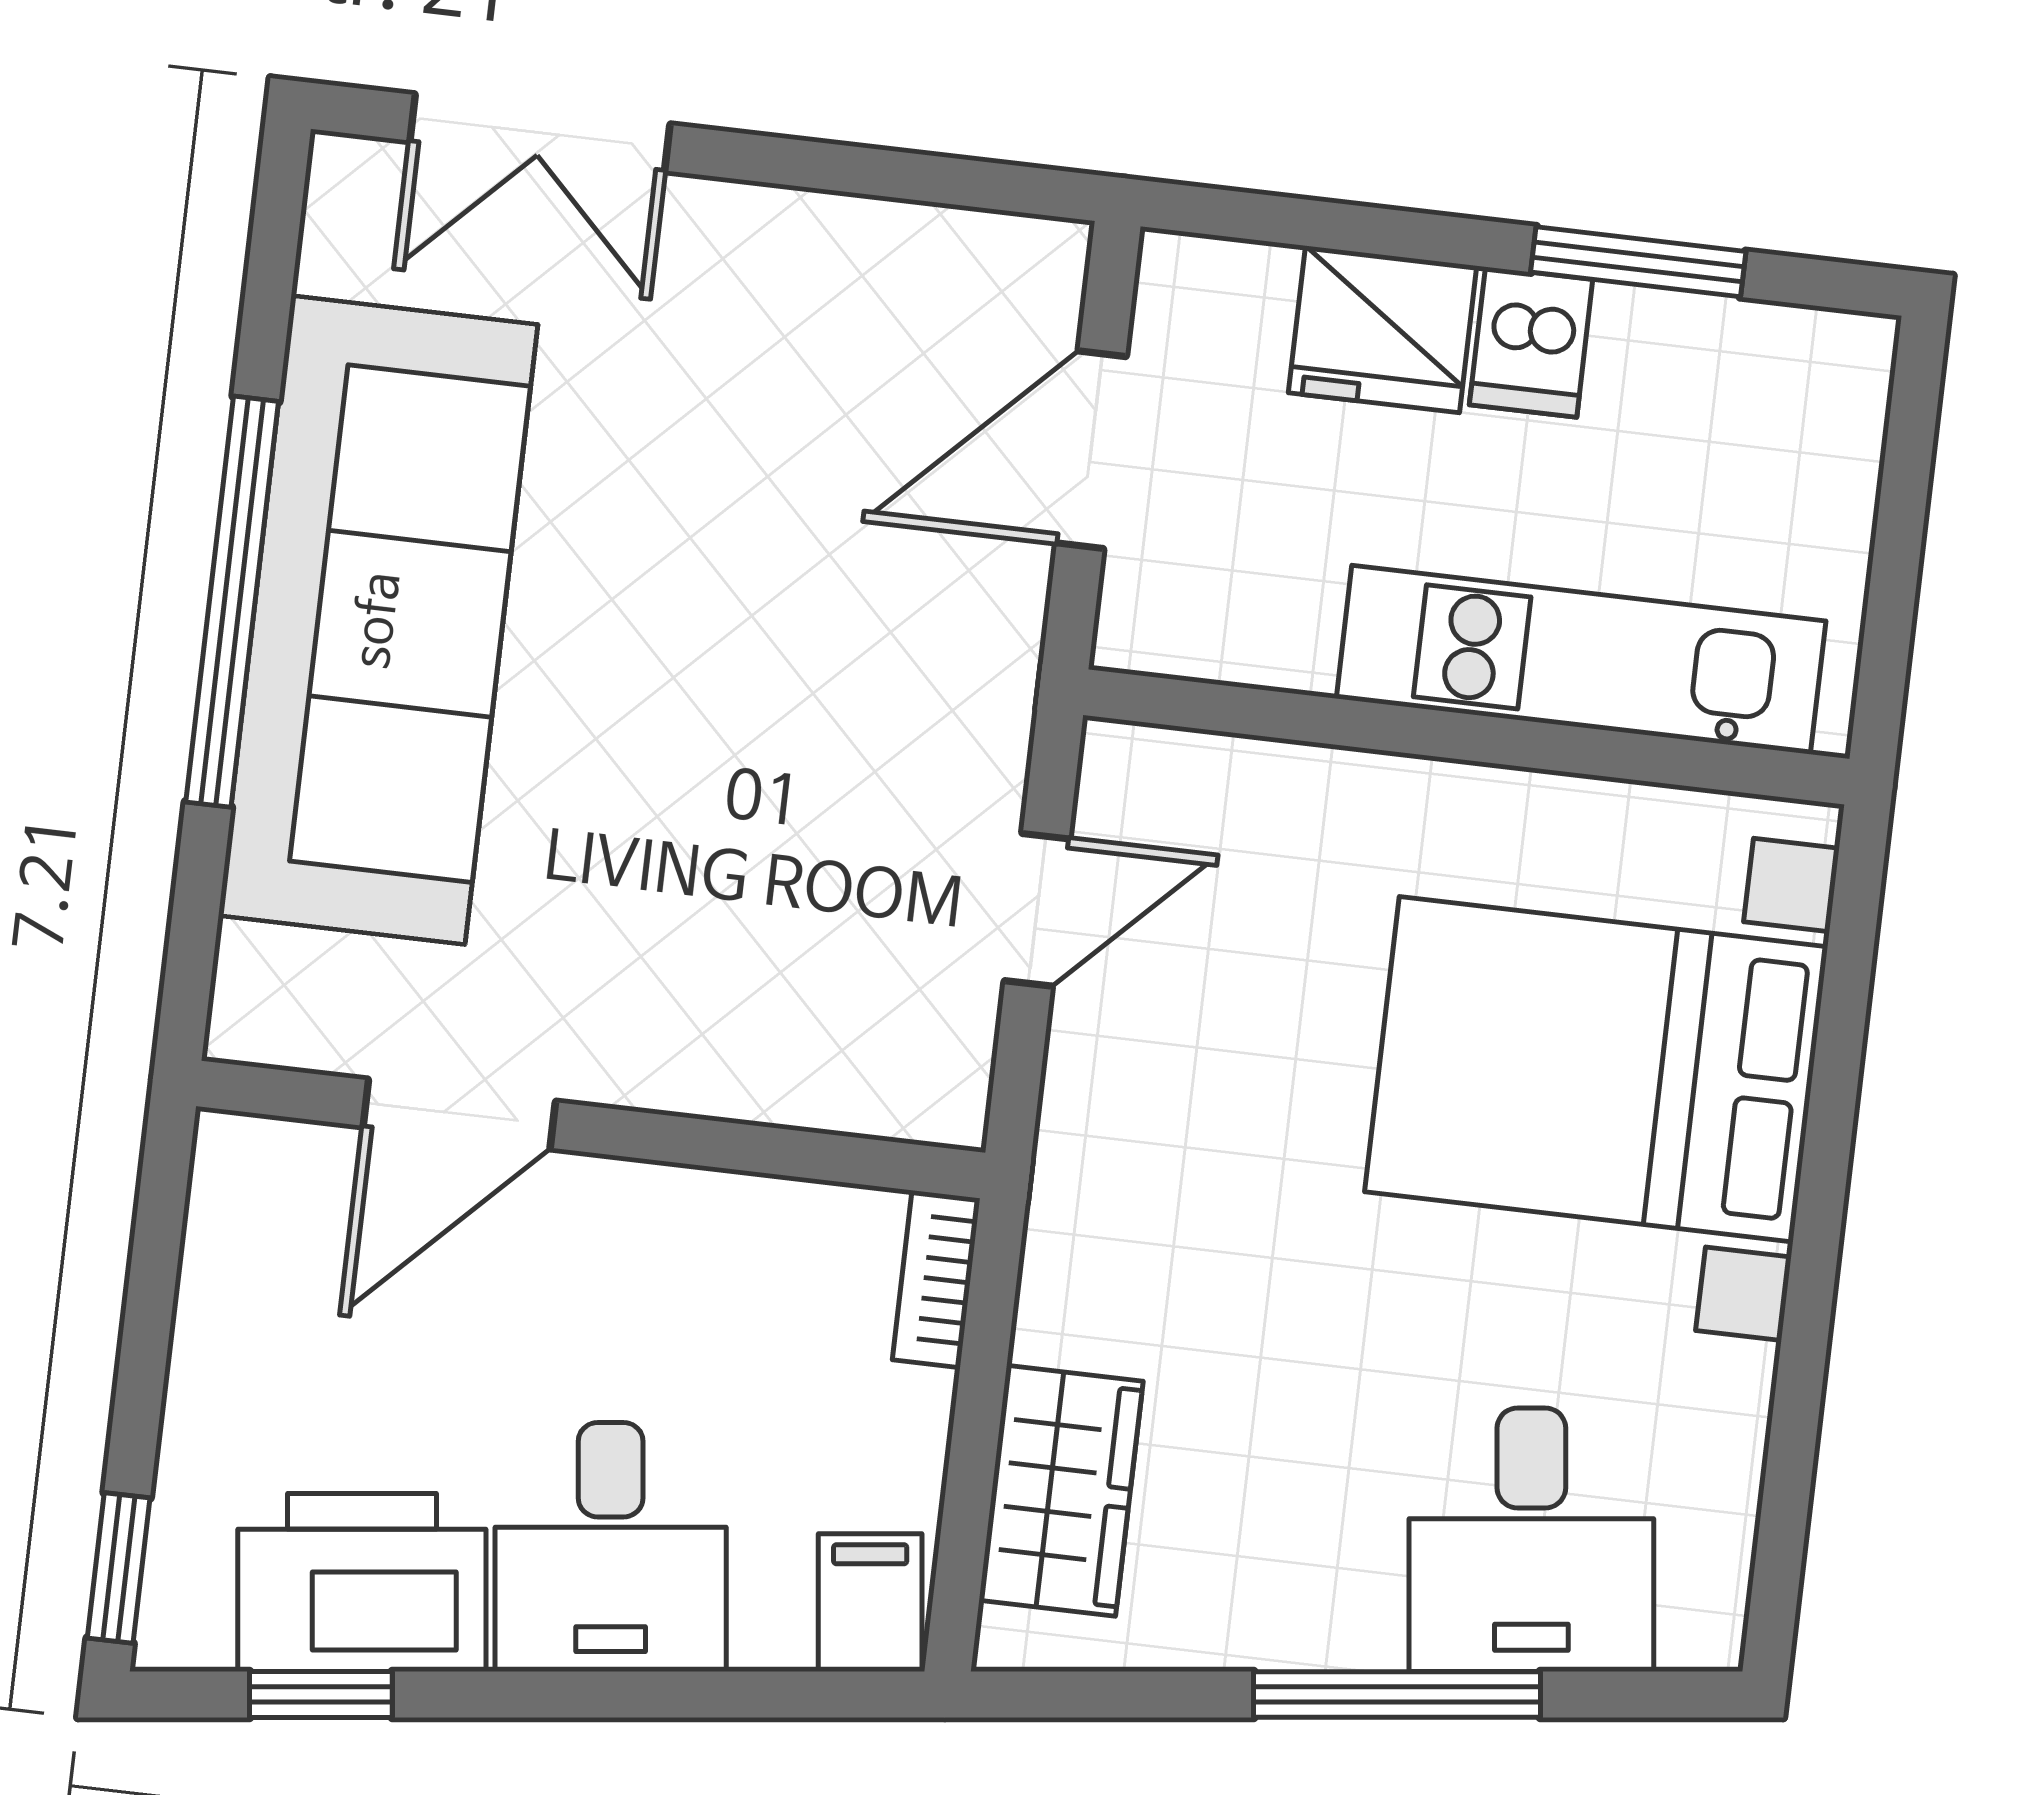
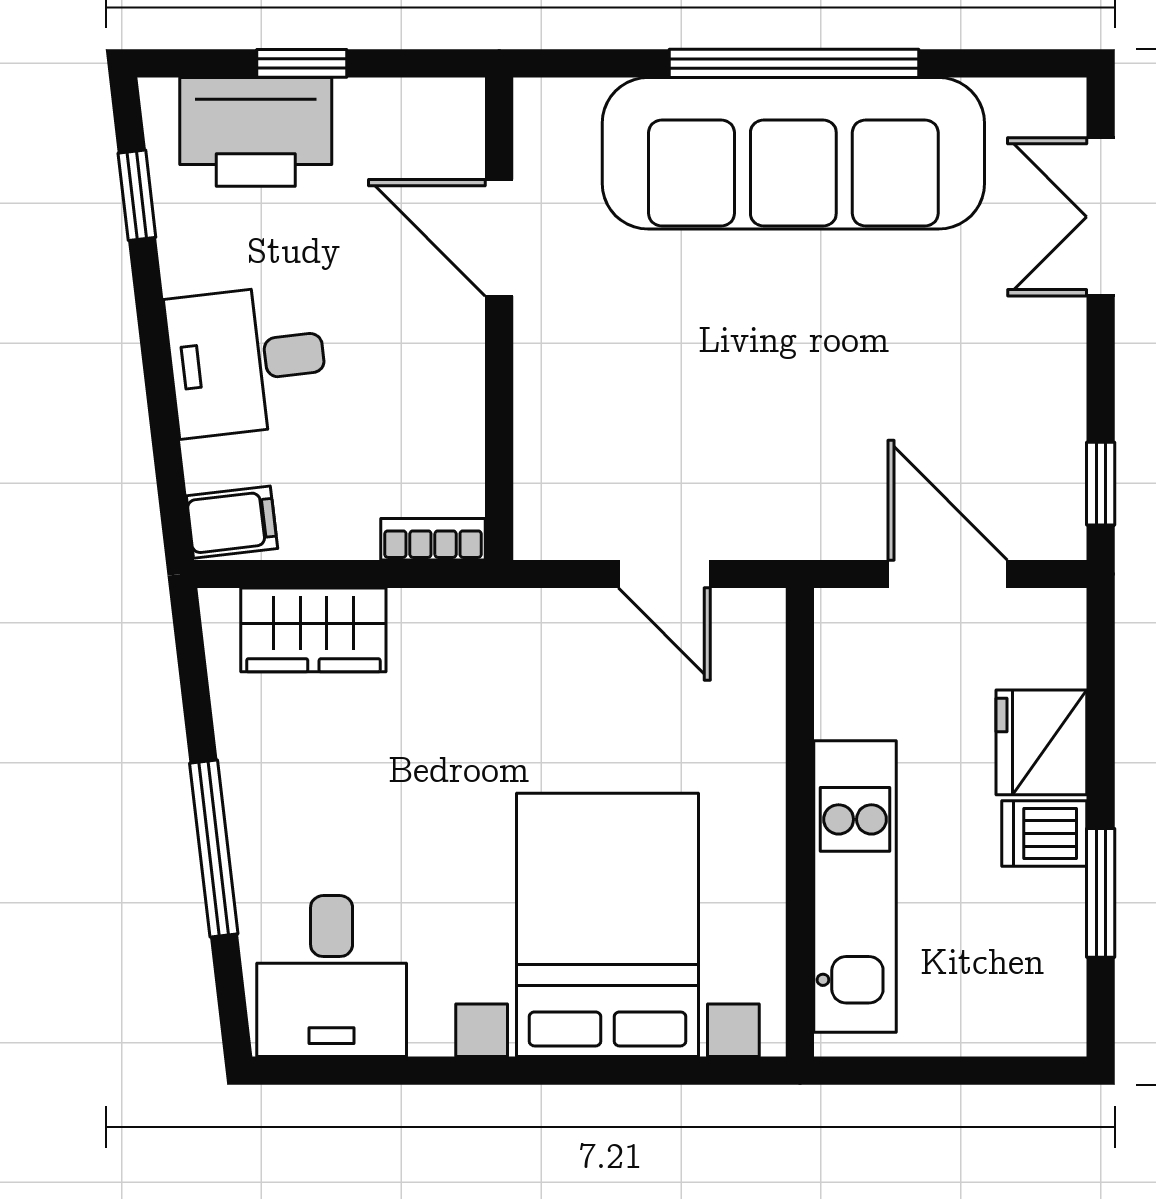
window: (973, 184) -> (1101, 484), added
desk: (1531, 1540) -> (332, 976), moved, turned -83
window: (119, 1568) -> (302, 63), moved
printer: (362, 1582) -> (256, 132), moved, turned 97

